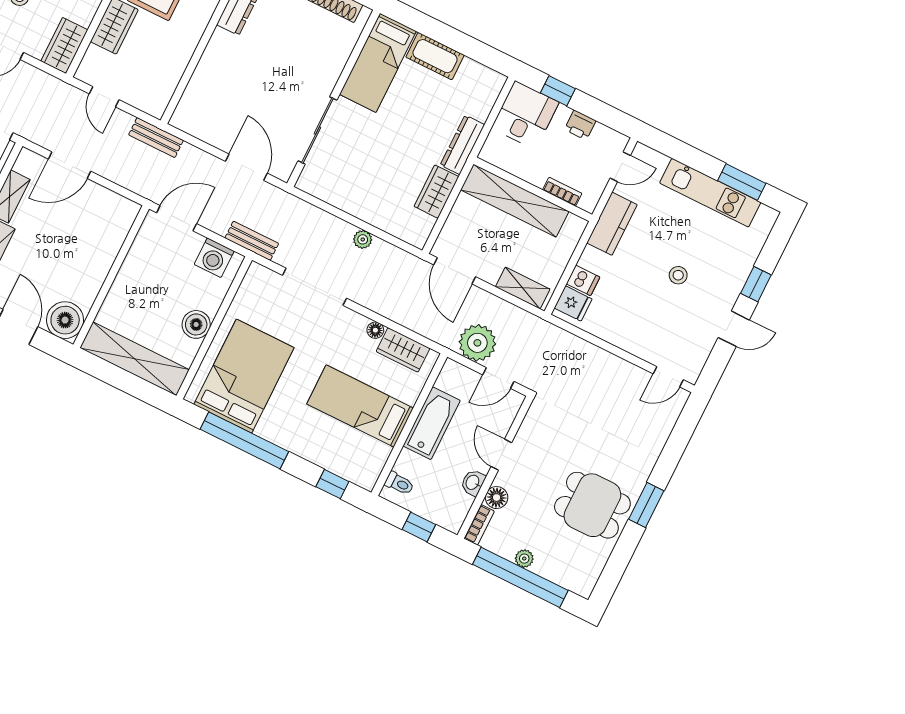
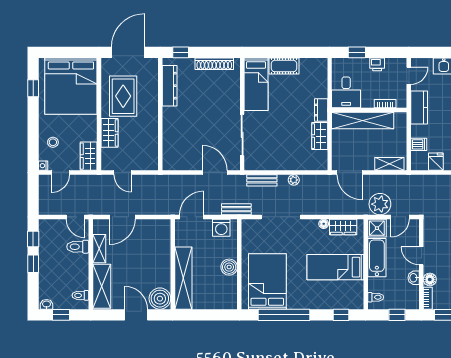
desk: (525, 115) -> (346, 92), moved, turned 180
bench: (156, 138) -> (262, 180), moved
dresser: (462, 145) -> (321, 110), width x0.70
fridge: (573, 303) -> (436, 162), moved, turned -90
shelving: (135, 359) -> (183, 278), moved, turned 90
shower: (454, 378) -> (377, 228), added

